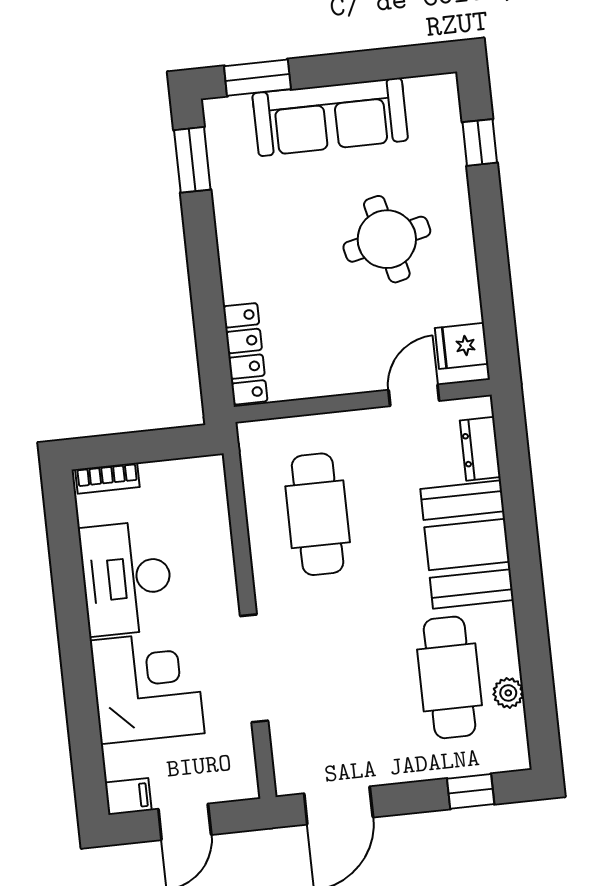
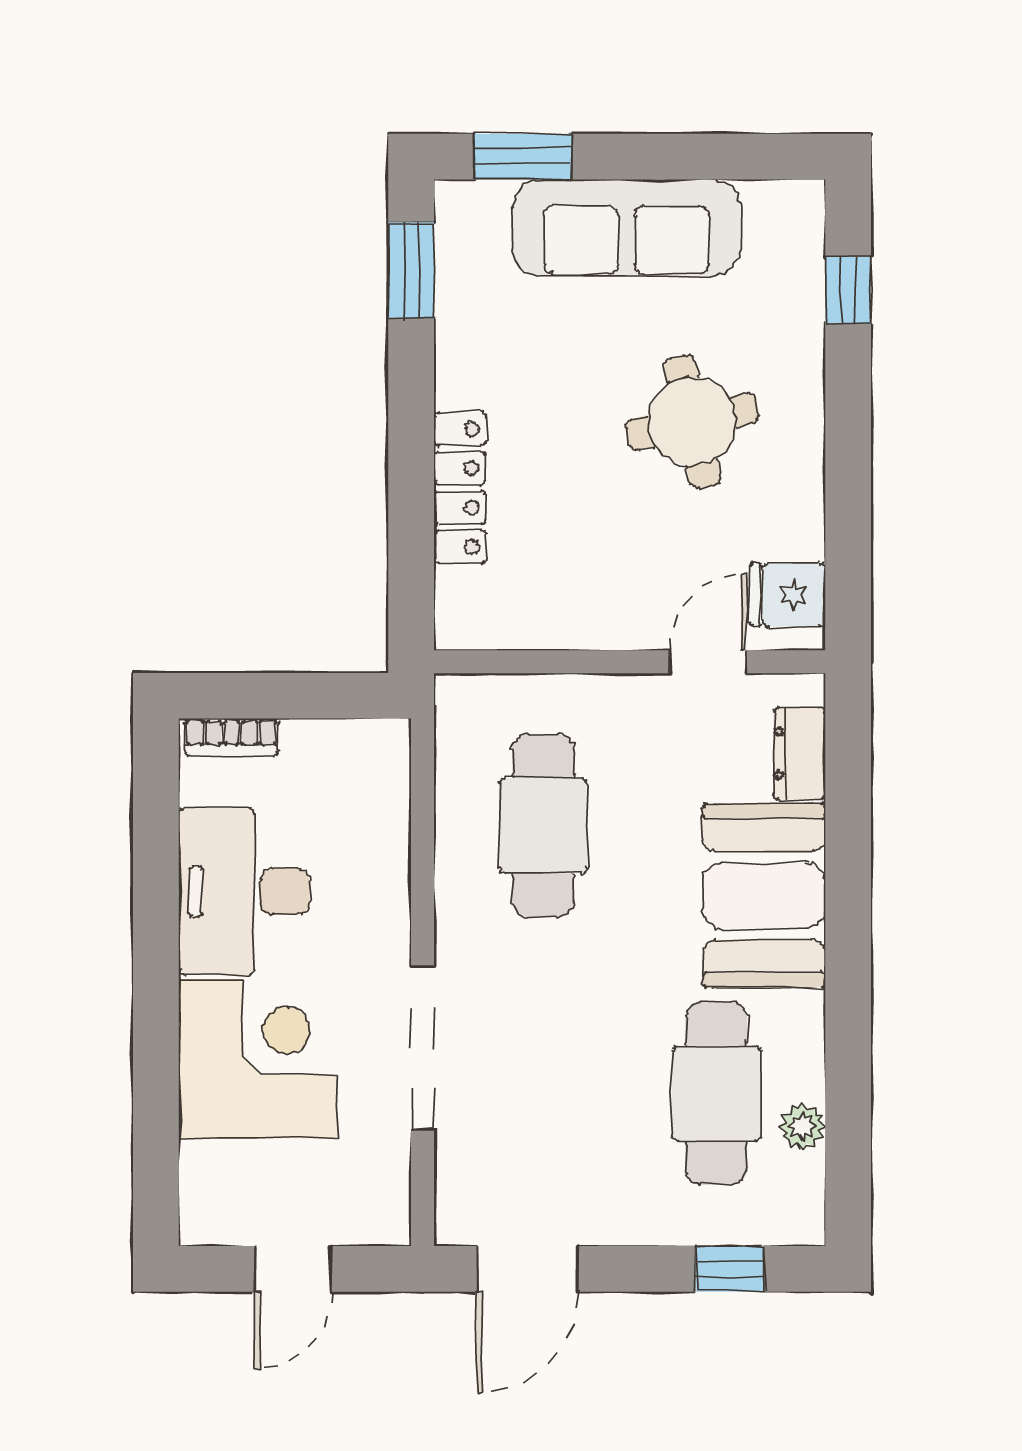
locker: (245, 354) -> (460, 488), moved
filing cabinet: (128, 796) -> (212, 1221), removed

